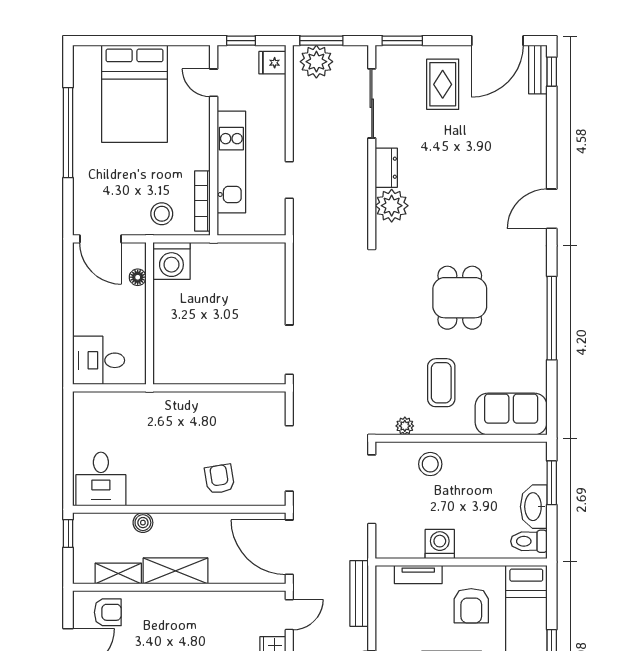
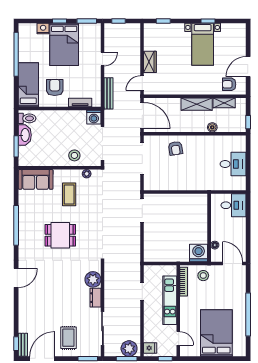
dining table: (460, 298) -> (60, 235), turned 90
desk: (101, 479) -> (233, 164), moved, turned 90
washing machine: (440, 544) -> (94, 117), moved

